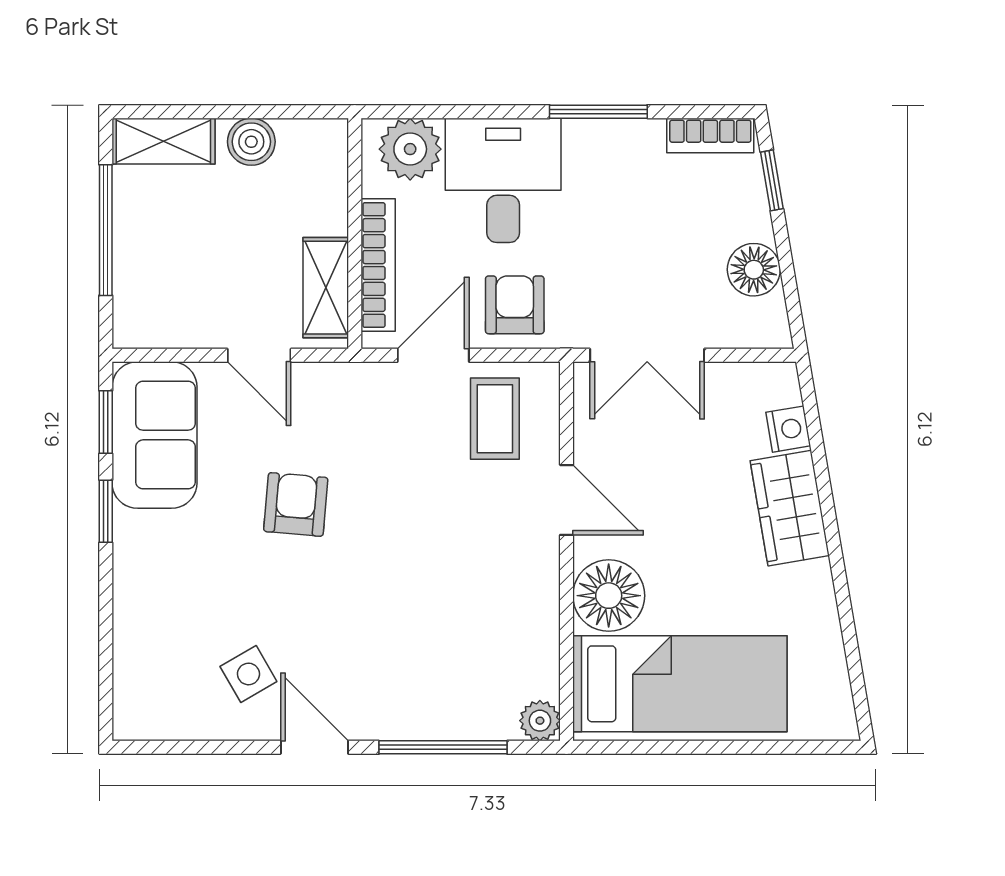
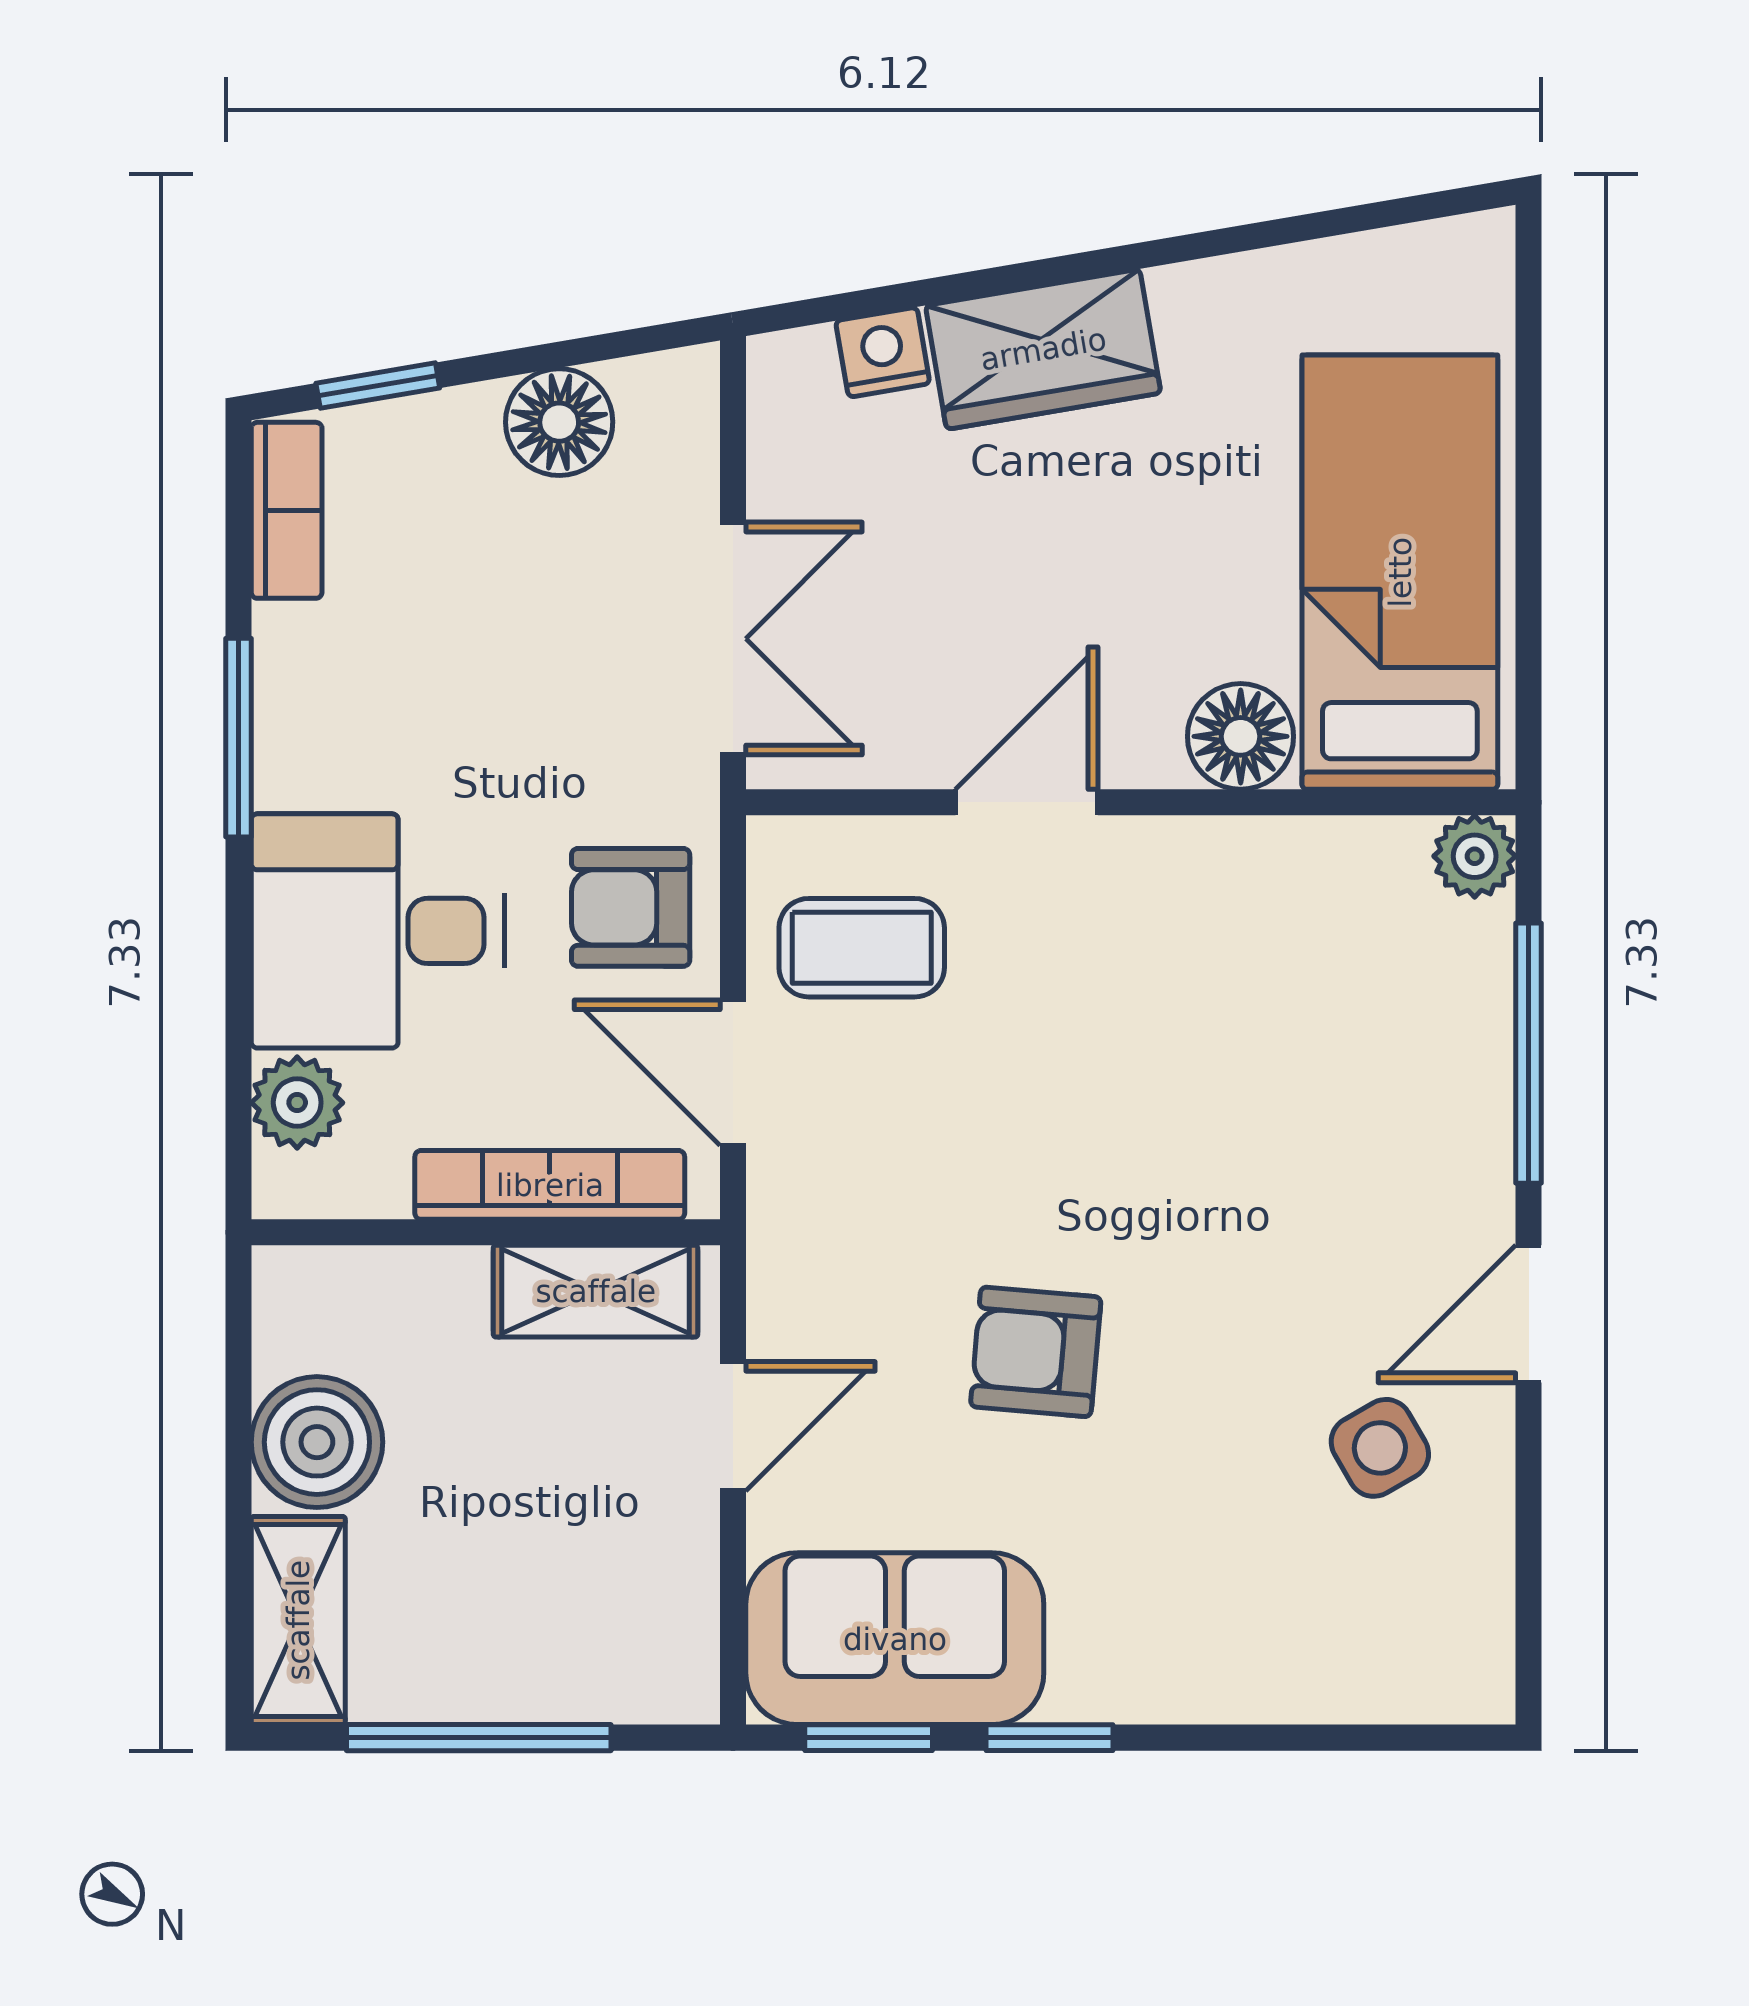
boiler: (251, 142) -> (317, 1442), width x1.36, depth x1.36
plant: (410, 149) -> (297, 1103), width x0.73, depth x0.73
floor lamp: (609, 596) -> (1241, 736), width x0.73, depth x0.73

